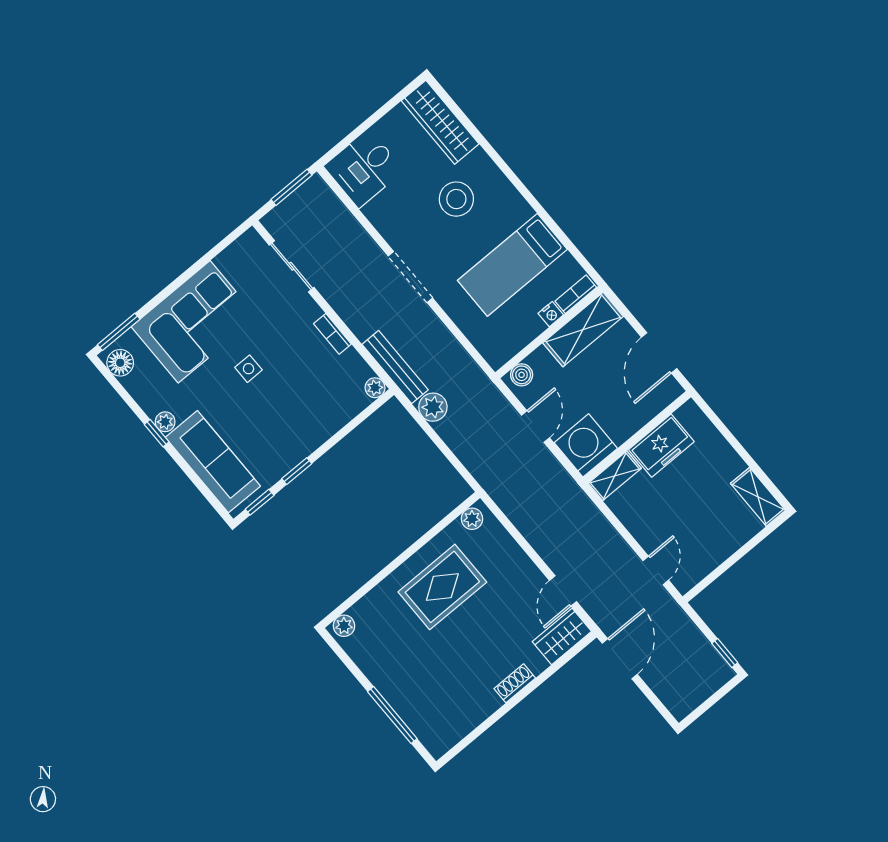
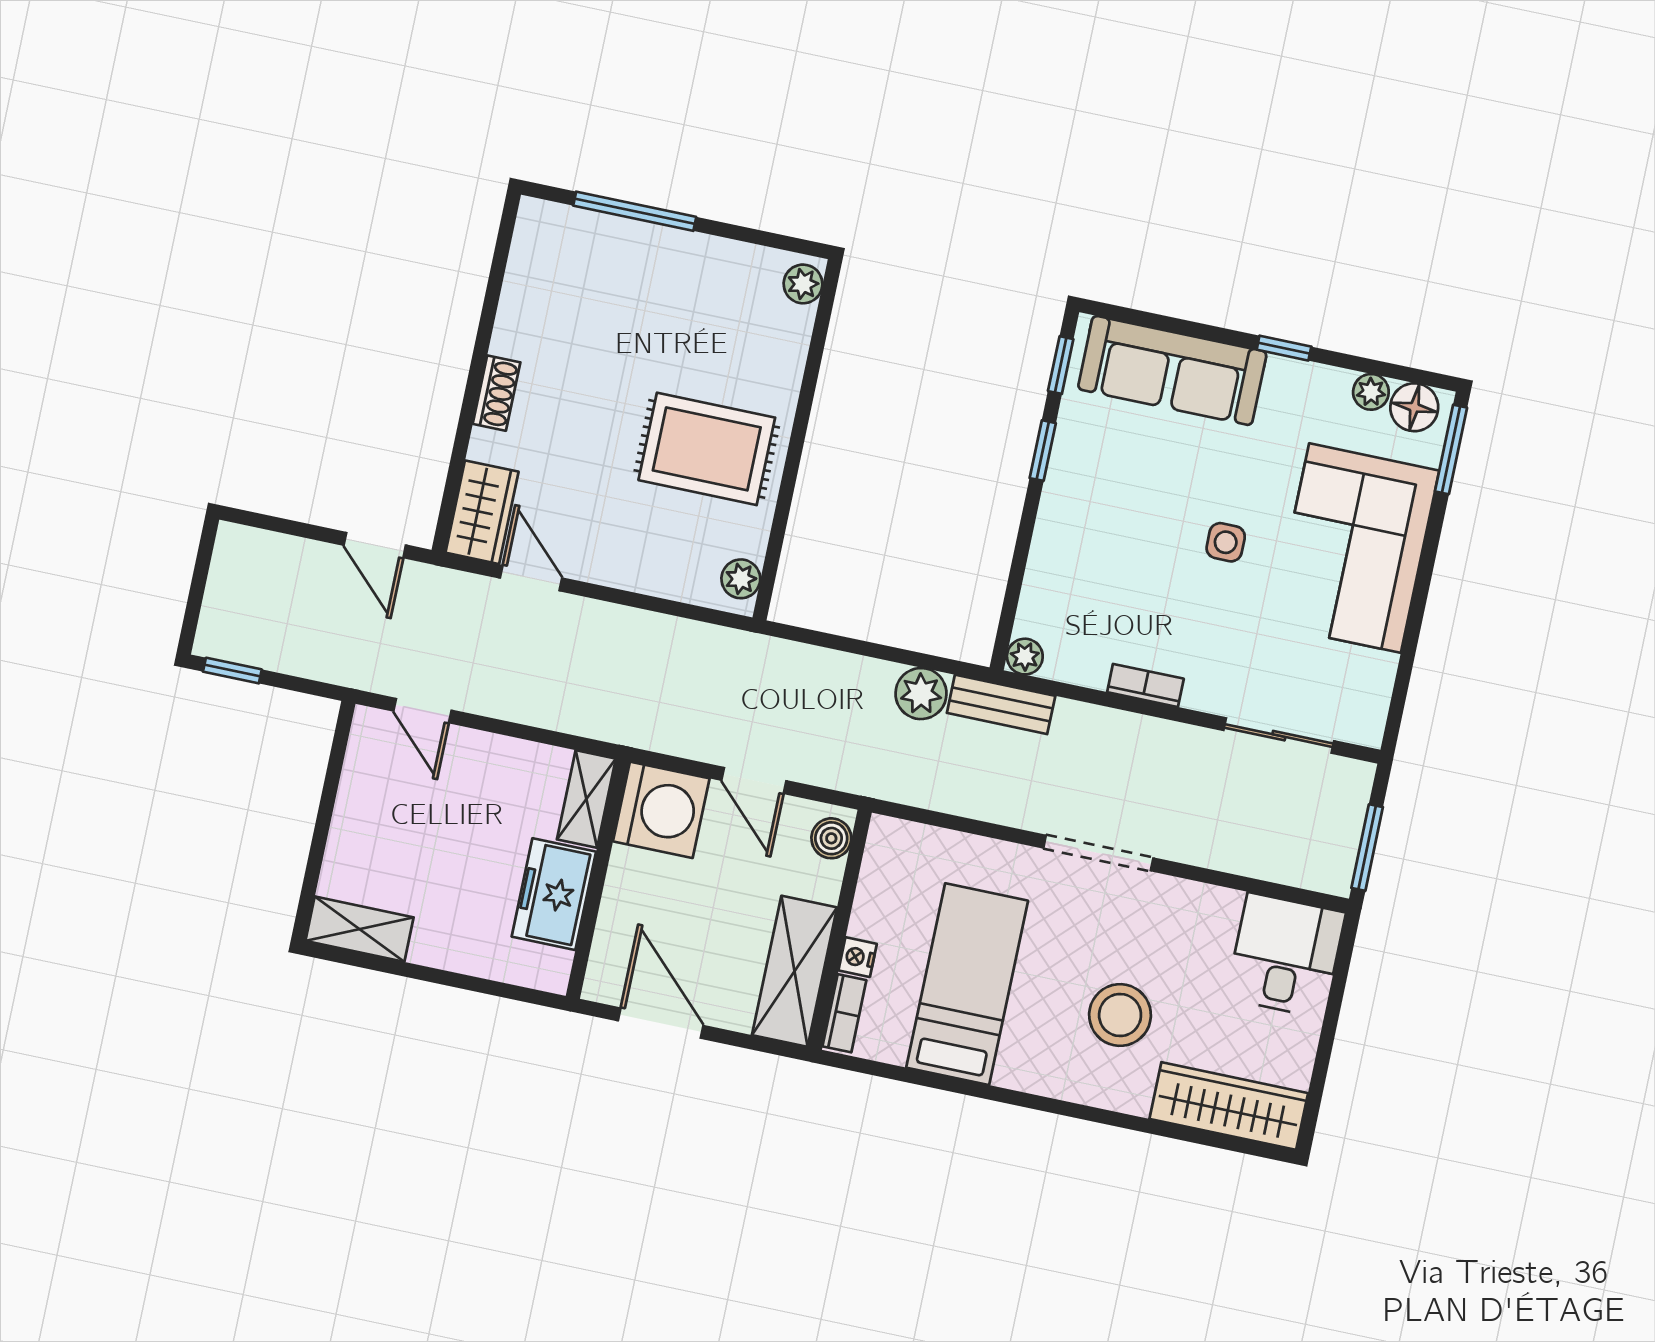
bench: (395, 367) -> (1001, 704), width x0.73
plant: (165, 422) -> (1371, 392), moved
rug: (442, 587) -> (707, 449), turned 90
door: (620, 659) -> (375, 545), width x0.73

